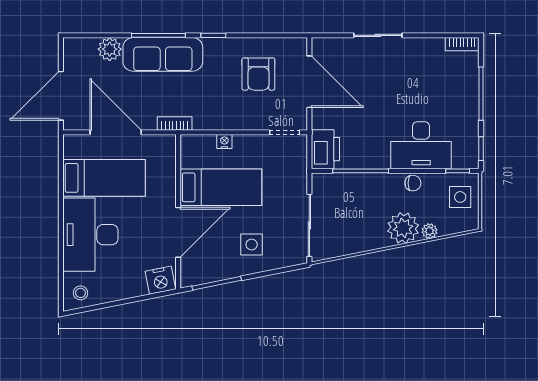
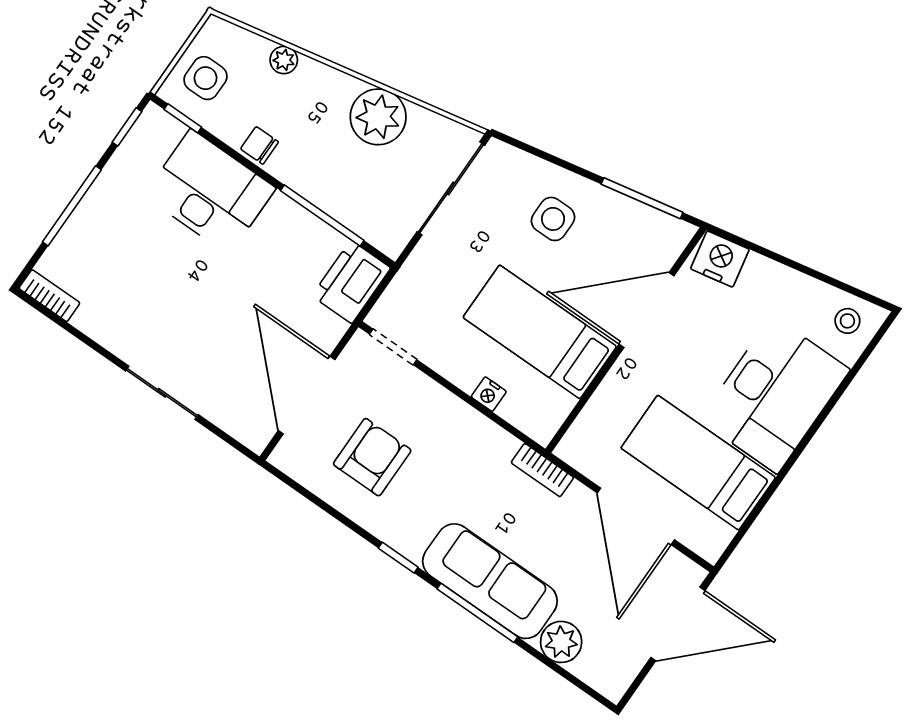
plant: (403, 228) -> (378, 117), moved

